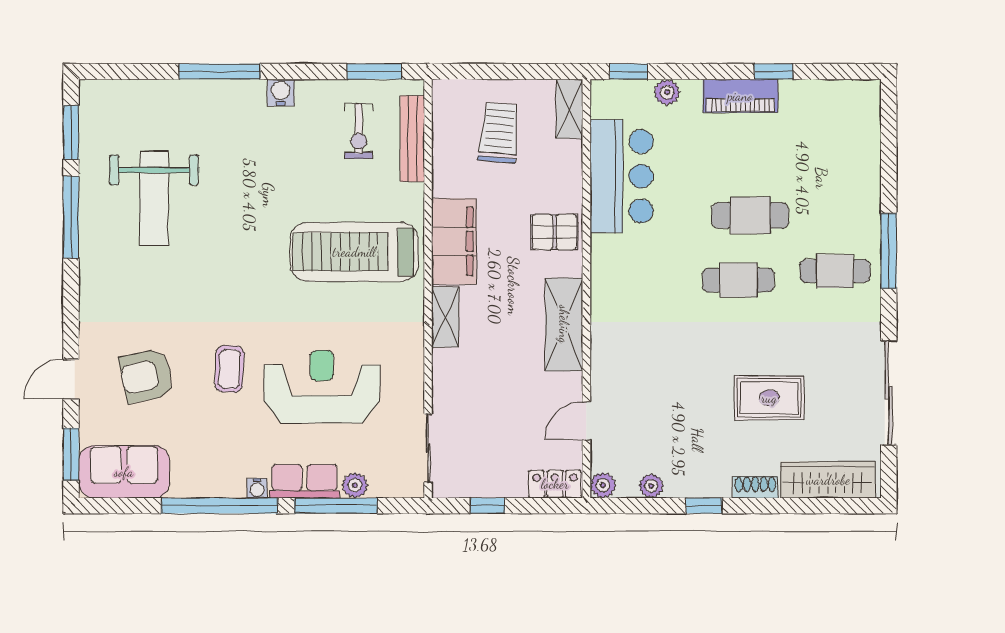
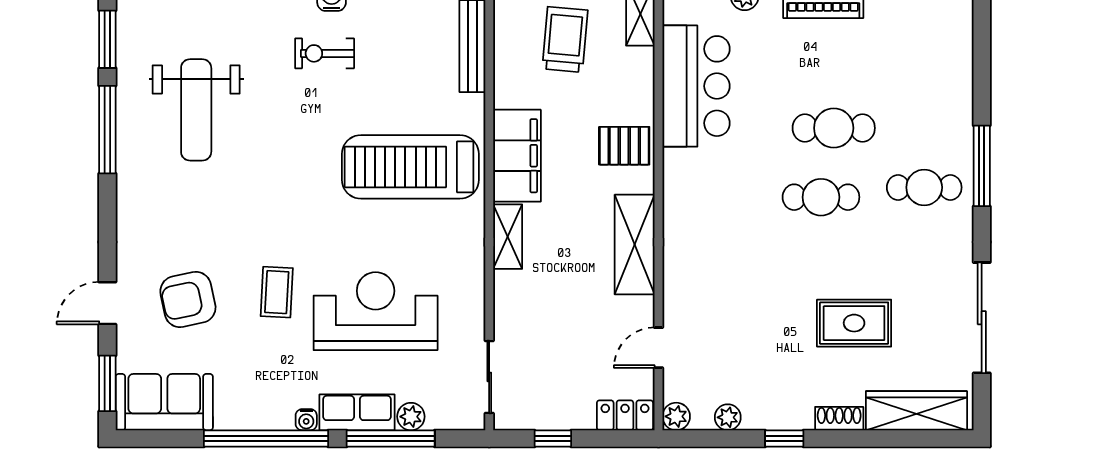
exercise bike: (359, 131) -> (325, 53), moved, turned 90

